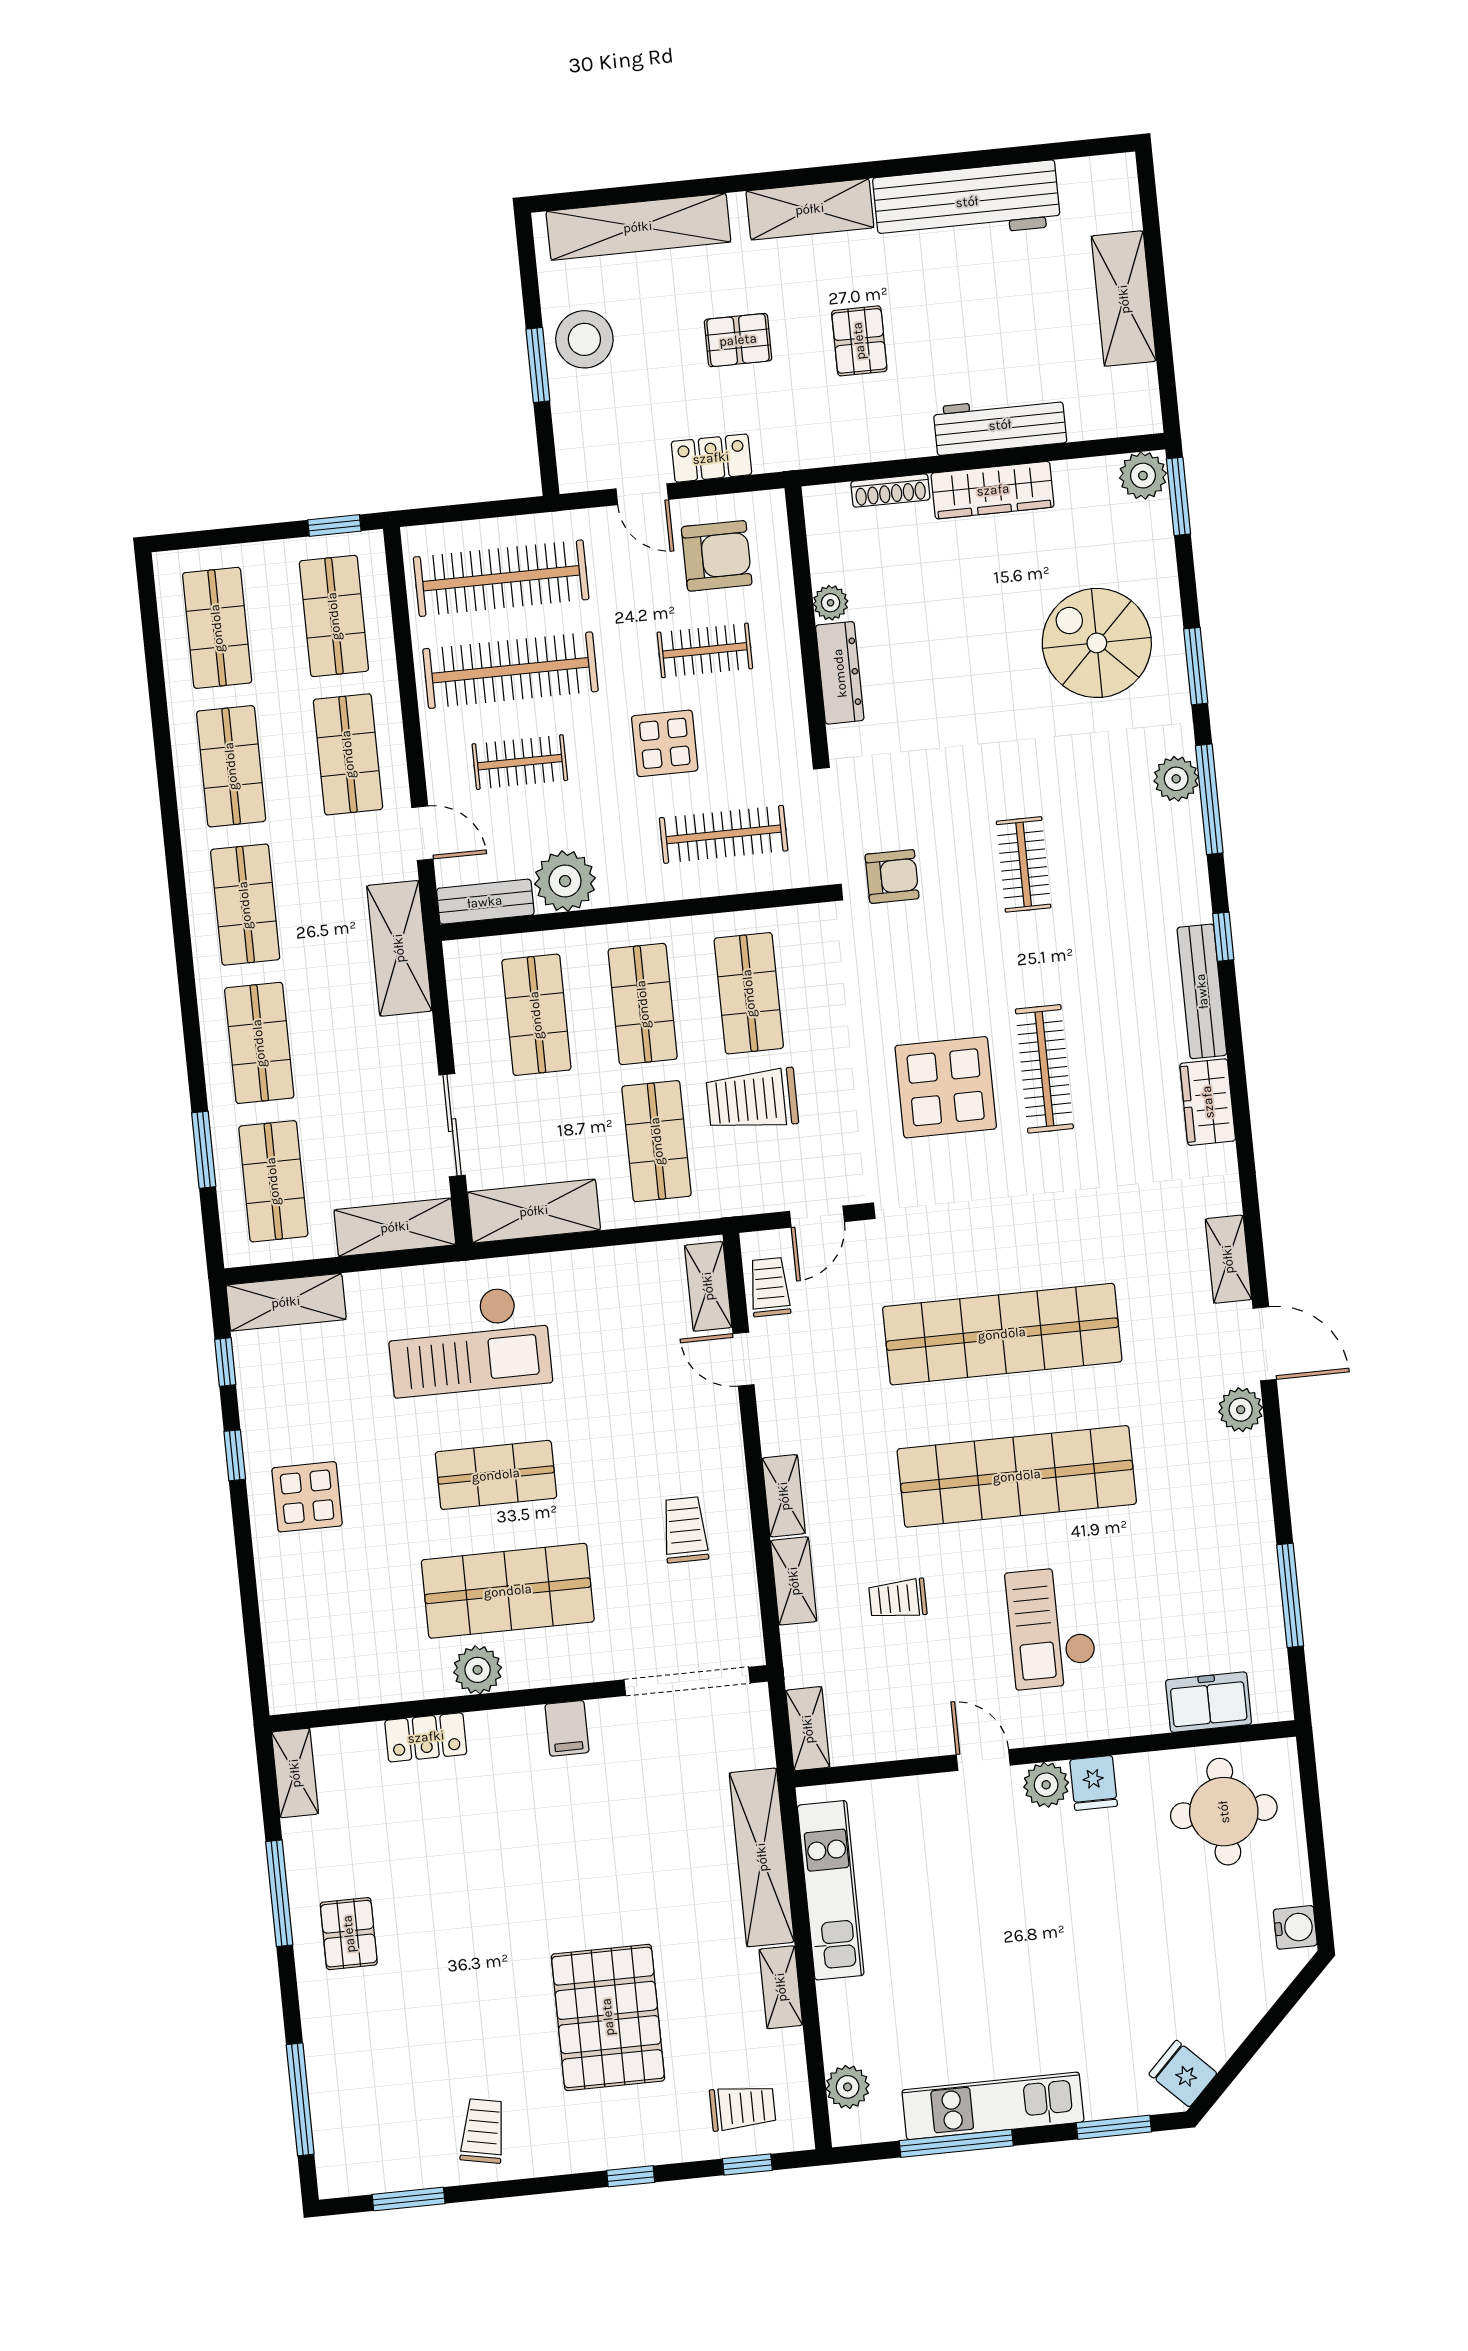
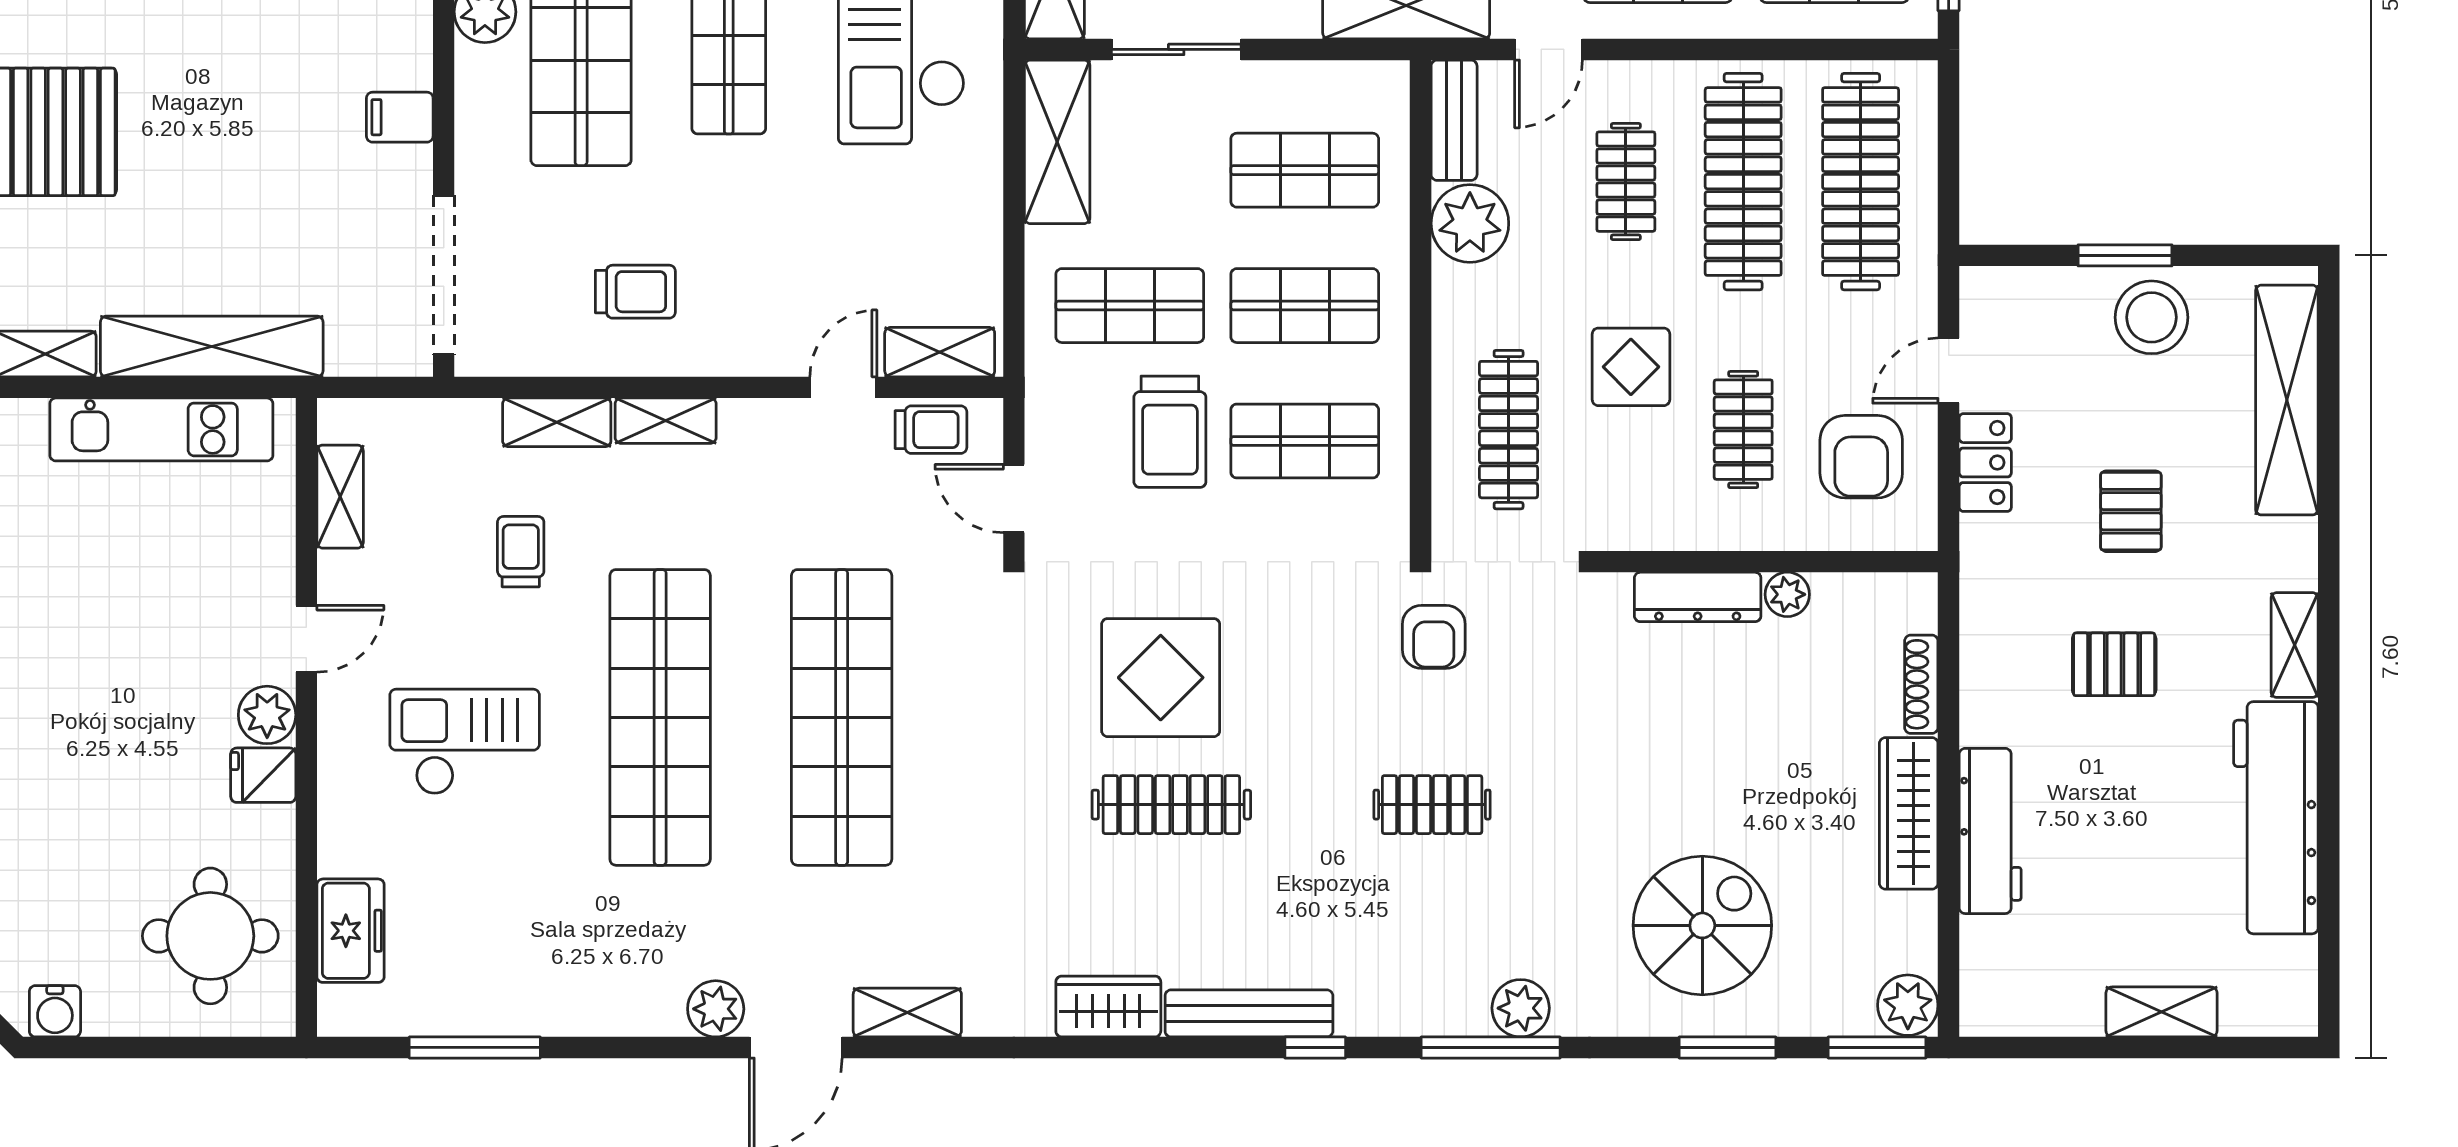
shelving: (810, 209) -> (2295, 645), width x0.67, depth x0.75
shelving: (1124, 299) -> (2162, 1012), width x0.67, depth x0.75
window: (1196, 666) -> (1727, 1047), moved
trolley: (752, 1100) -> (1170, 432), turned 180
shelving: (808, 1729) -> (340, 497), moved, turned 90

